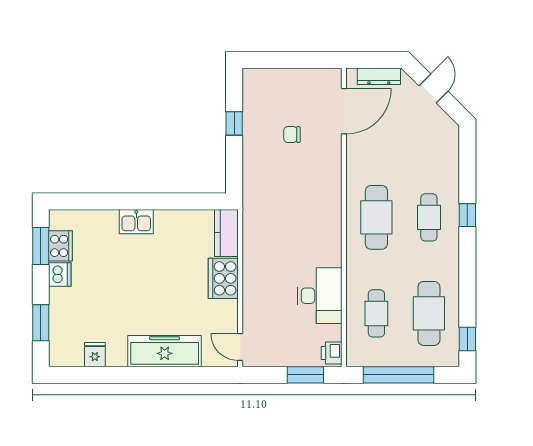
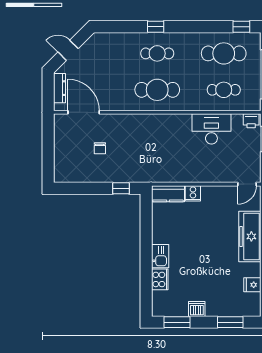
window: (234, 123) -> (121, 188), moved
cooker: (60, 246) -> (160, 279), moved, turned 90
cooker: (223, 278) -> (193, 193), width x0.53, depth x0.76

